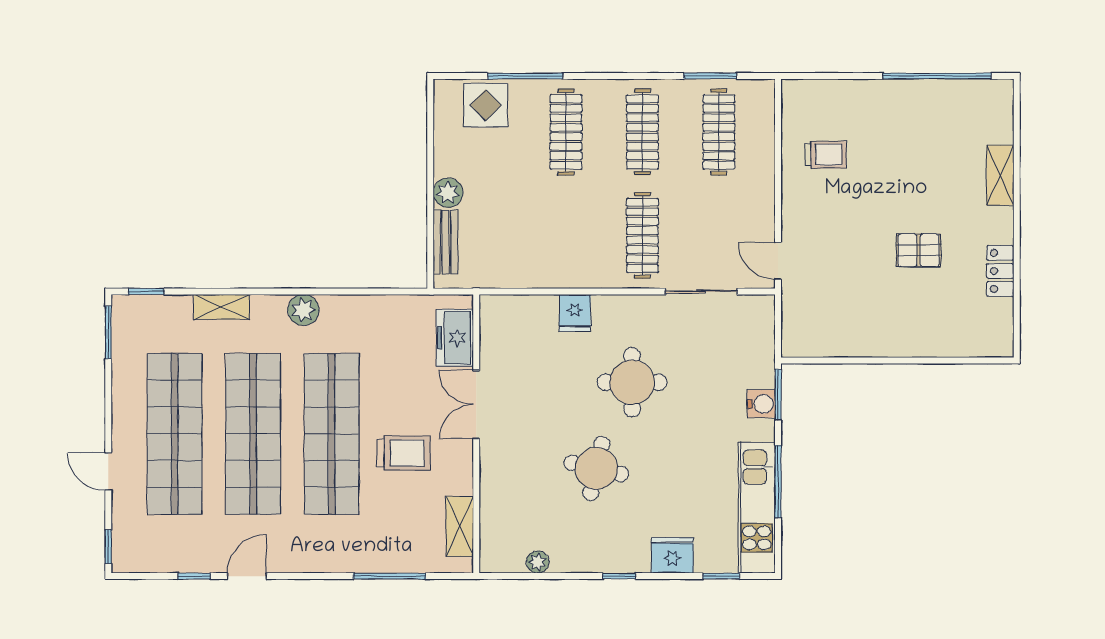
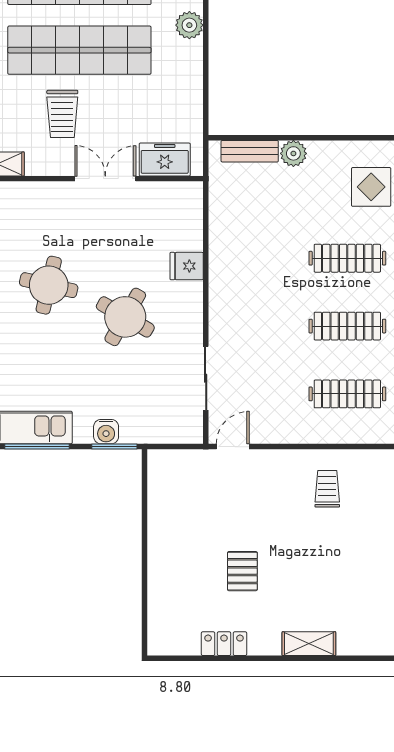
trolley: (826, 155) -> (327, 489), turned 180
clothes rail: (642, 235) -> (255, 326), removed
round table: (632, 382) -> (125, 317), turned 30

